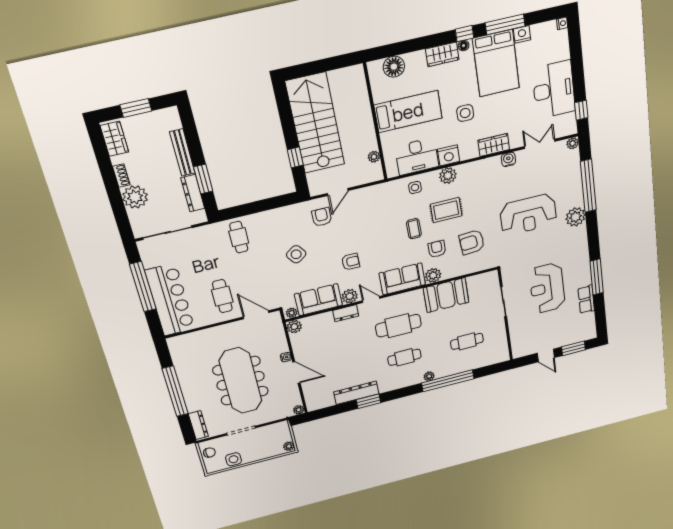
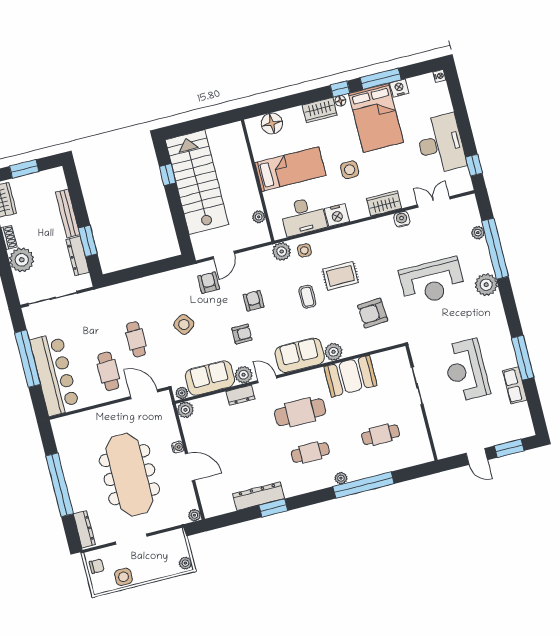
plant: (573, 143) -> (478, 233), moved
window: (295, 157) -> (168, 175), moved
plant: (448, 176) -> (282, 251), moved
cafe table: (239, 237) -> (136, 339), moved
armchair: (437, 249) -> (254, 301), moved

